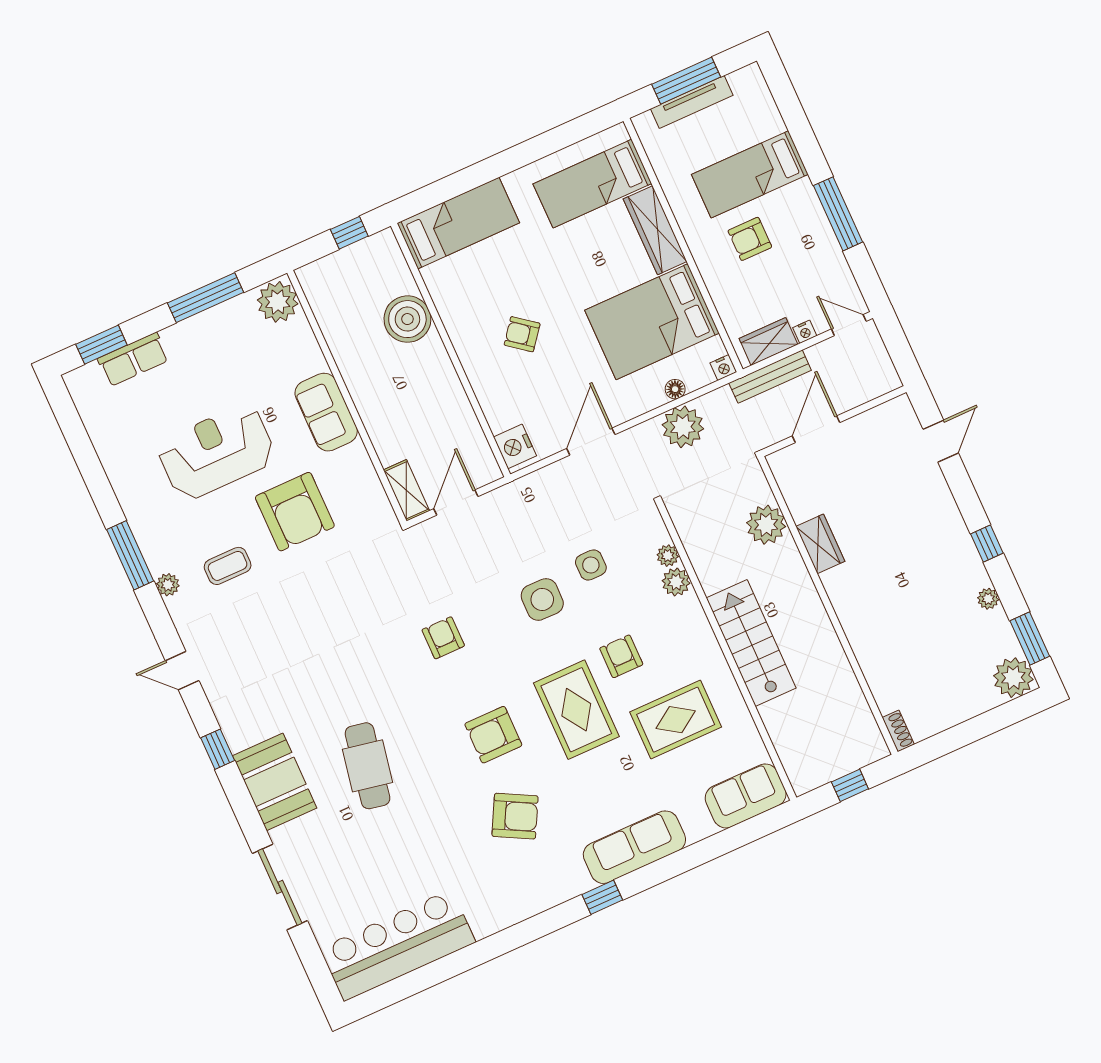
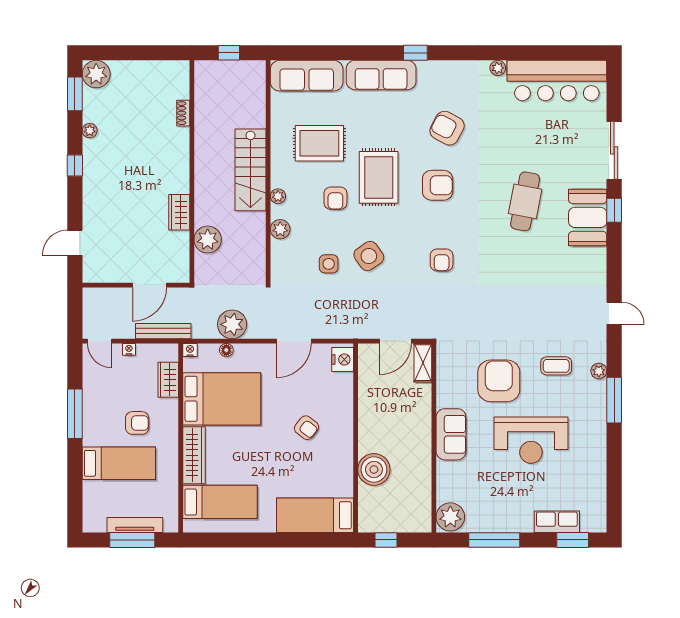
wardrobe: (768, 341) -> (168, 380), moved, turned 90
plant: (668, 556) -> (278, 196), moved
side table: (542, 599) -> (369, 256), turned -36
shoe rack: (898, 731) -> (183, 113), moved
window: (218, 749) -> (614, 210), moved
sofa: (746, 796) -> (307, 76), width x1.36
plant: (484, 927) -> (498, 68), added

